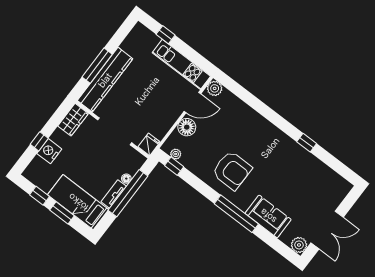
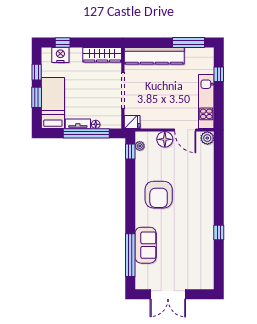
window: (97, 66) -> (188, 43), moved
wardrobe: (73, 120) -> (102, 55), width x1.50
window: (39, 141) -> (63, 43), moved
nightstand: (49, 151) -> (60, 55), moved
window: (236, 214) -> (130, 255), moved
plant: (299, 245) -> (142, 282), removed

